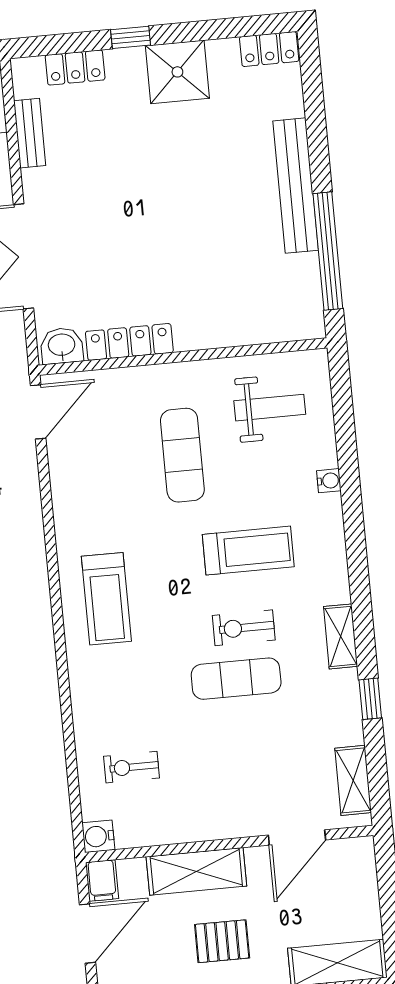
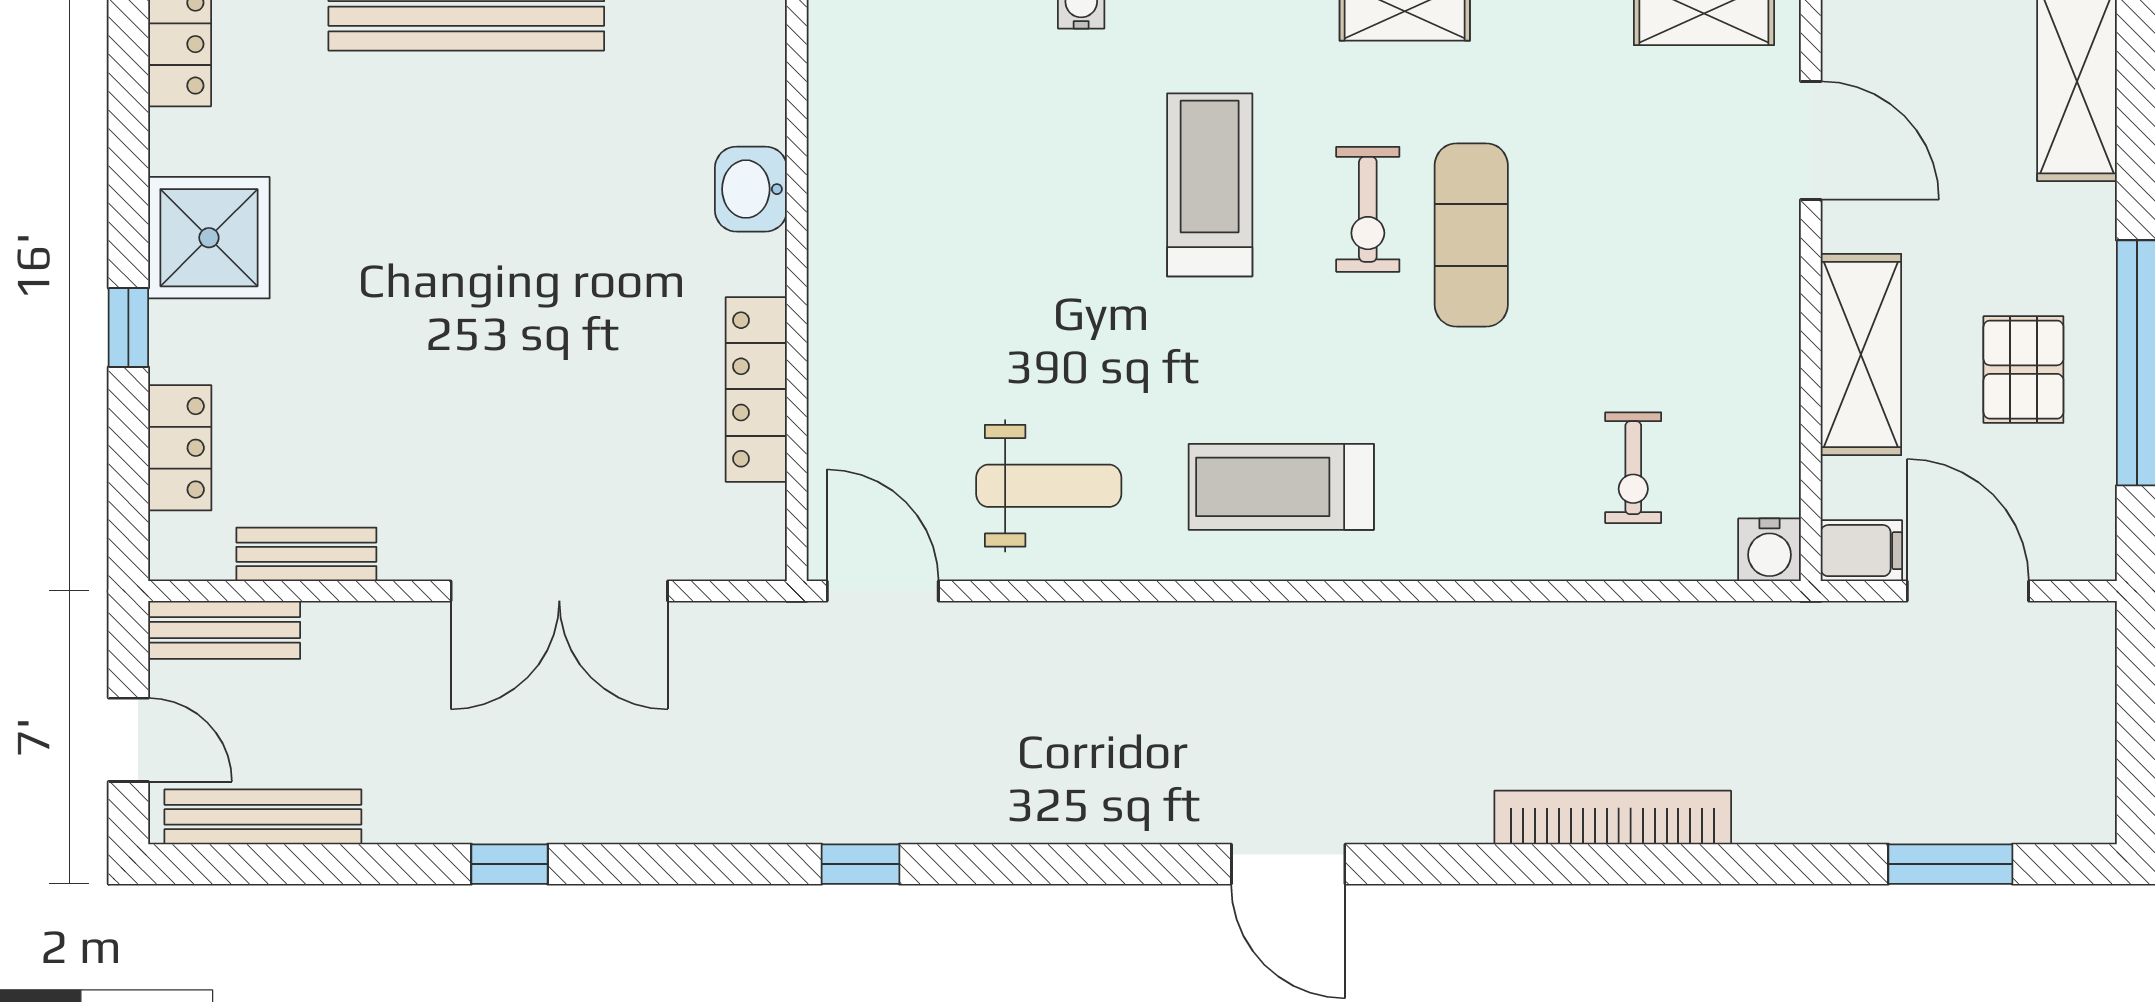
washbasin: (62, 346) -> (751, 189), moved
weight bench: (270, 408) -> (1049, 486), moved, turned 90
exercise mat: (182, 455) -> (1000, 302), removed
treadmill: (106, 599) -> (1281, 487), turned 180
pallet: (222, 941) -> (2023, 370), moved

